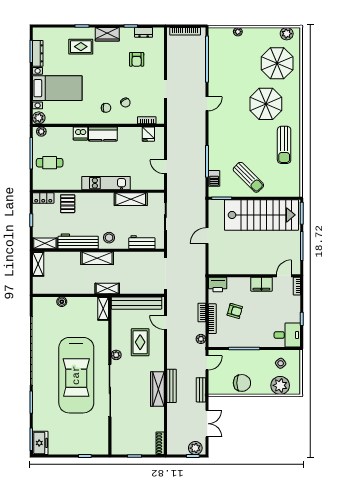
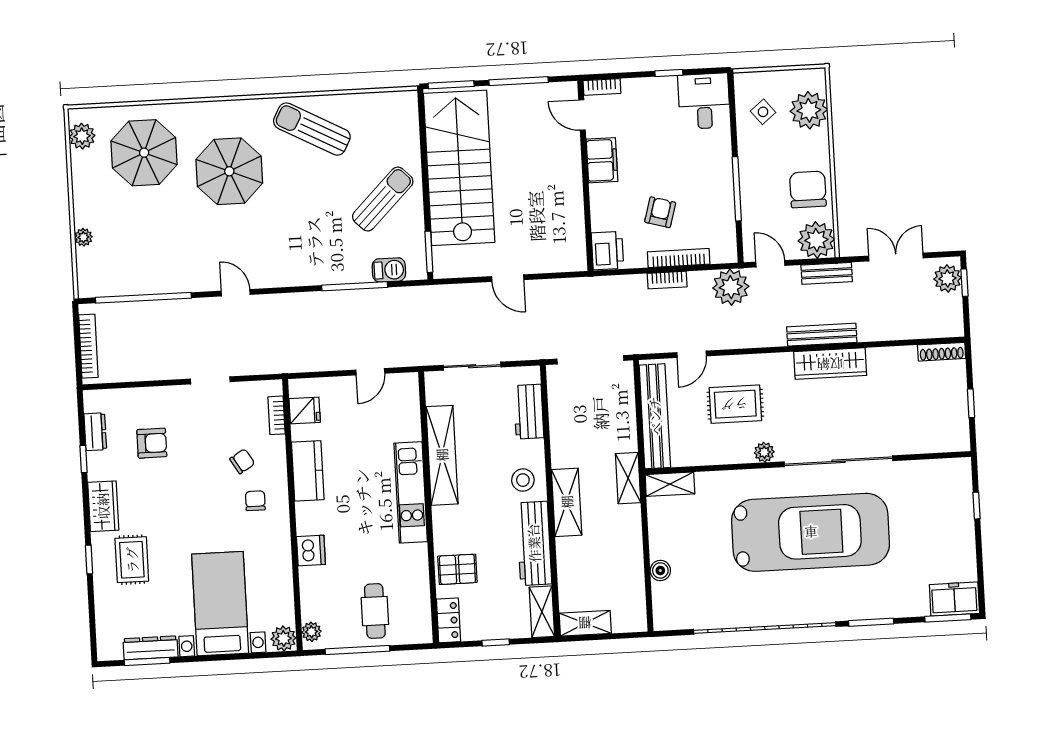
kitchen counter: (103, 134) -> (308, 471), moved
sun lounger: (284, 145) -> (312, 129), turned -152
shelving: (131, 199) -> (442, 455), width x1.47
plant: (201, 339) -> (731, 287), width x1.87, depth x1.87
plant: (217, 386) -> (816, 240), added

